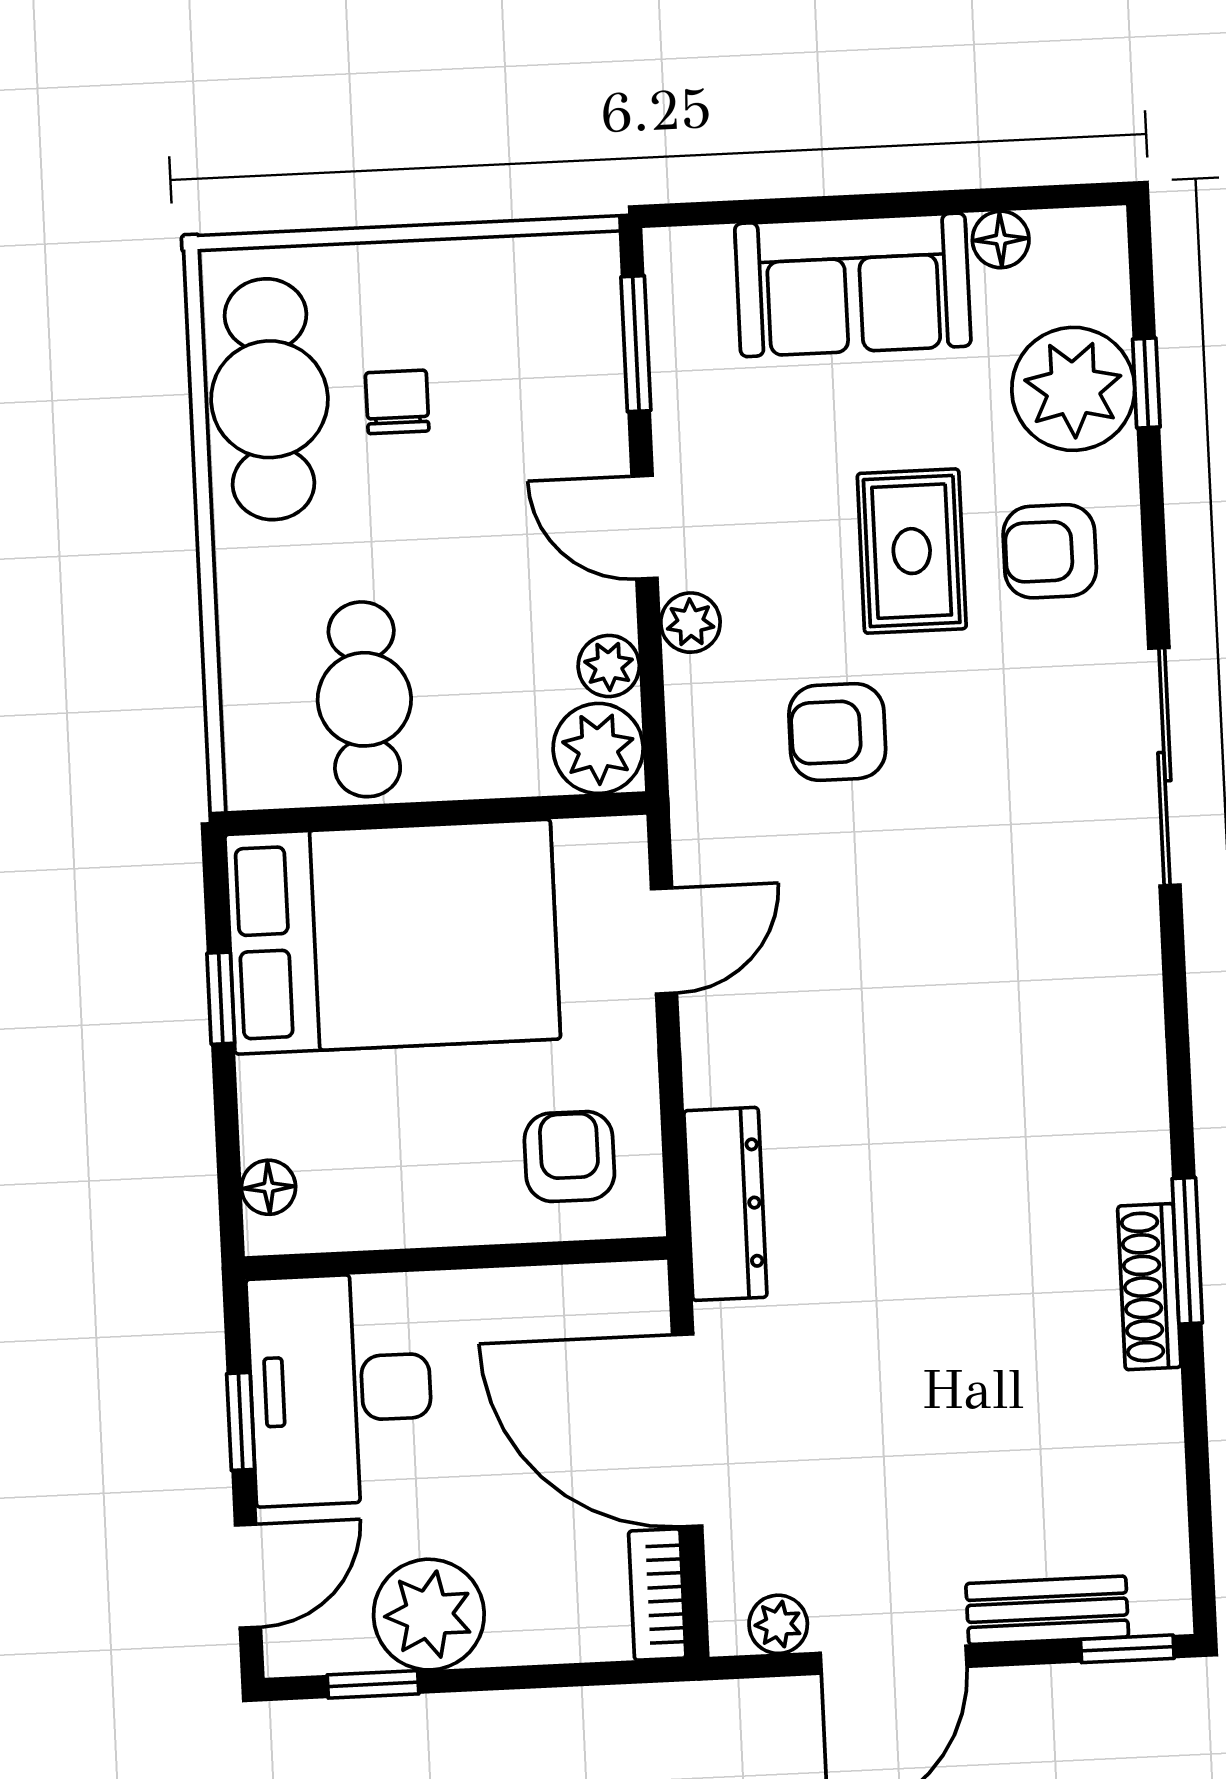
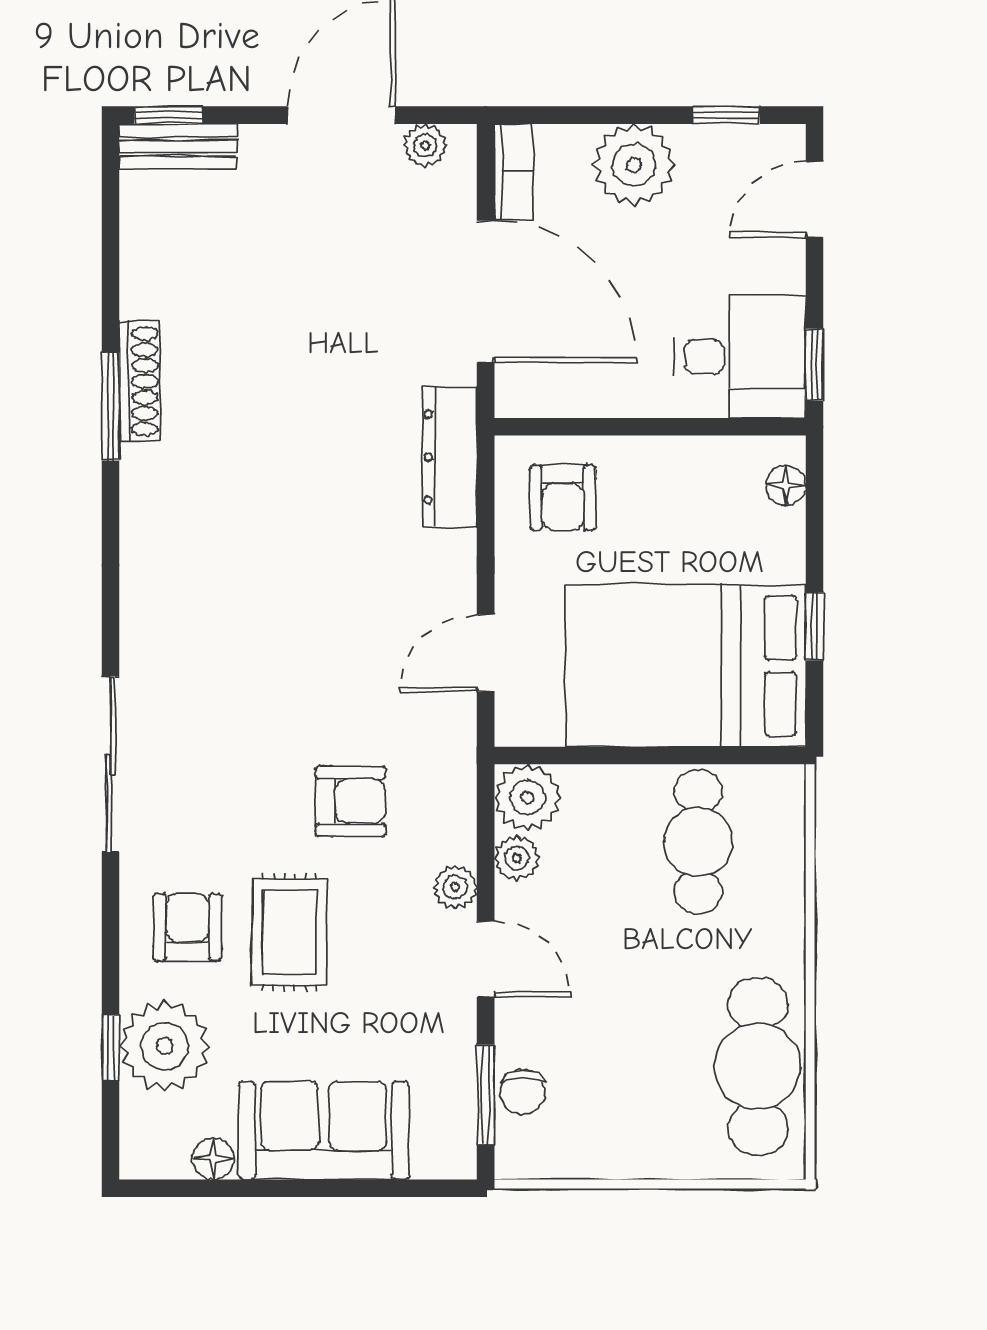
chair: (397, 402) -> (522, 1092), moved
armchair: (1050, 551) -> (188, 927), turned -90
desk: (341, 1389) -> (740, 357), width x0.73
window: (241, 1421) -> (814, 365), moved
bench: (1047, 1610) -> (178, 146), moved
plant: (429, 1615) -> (634, 165), moved

